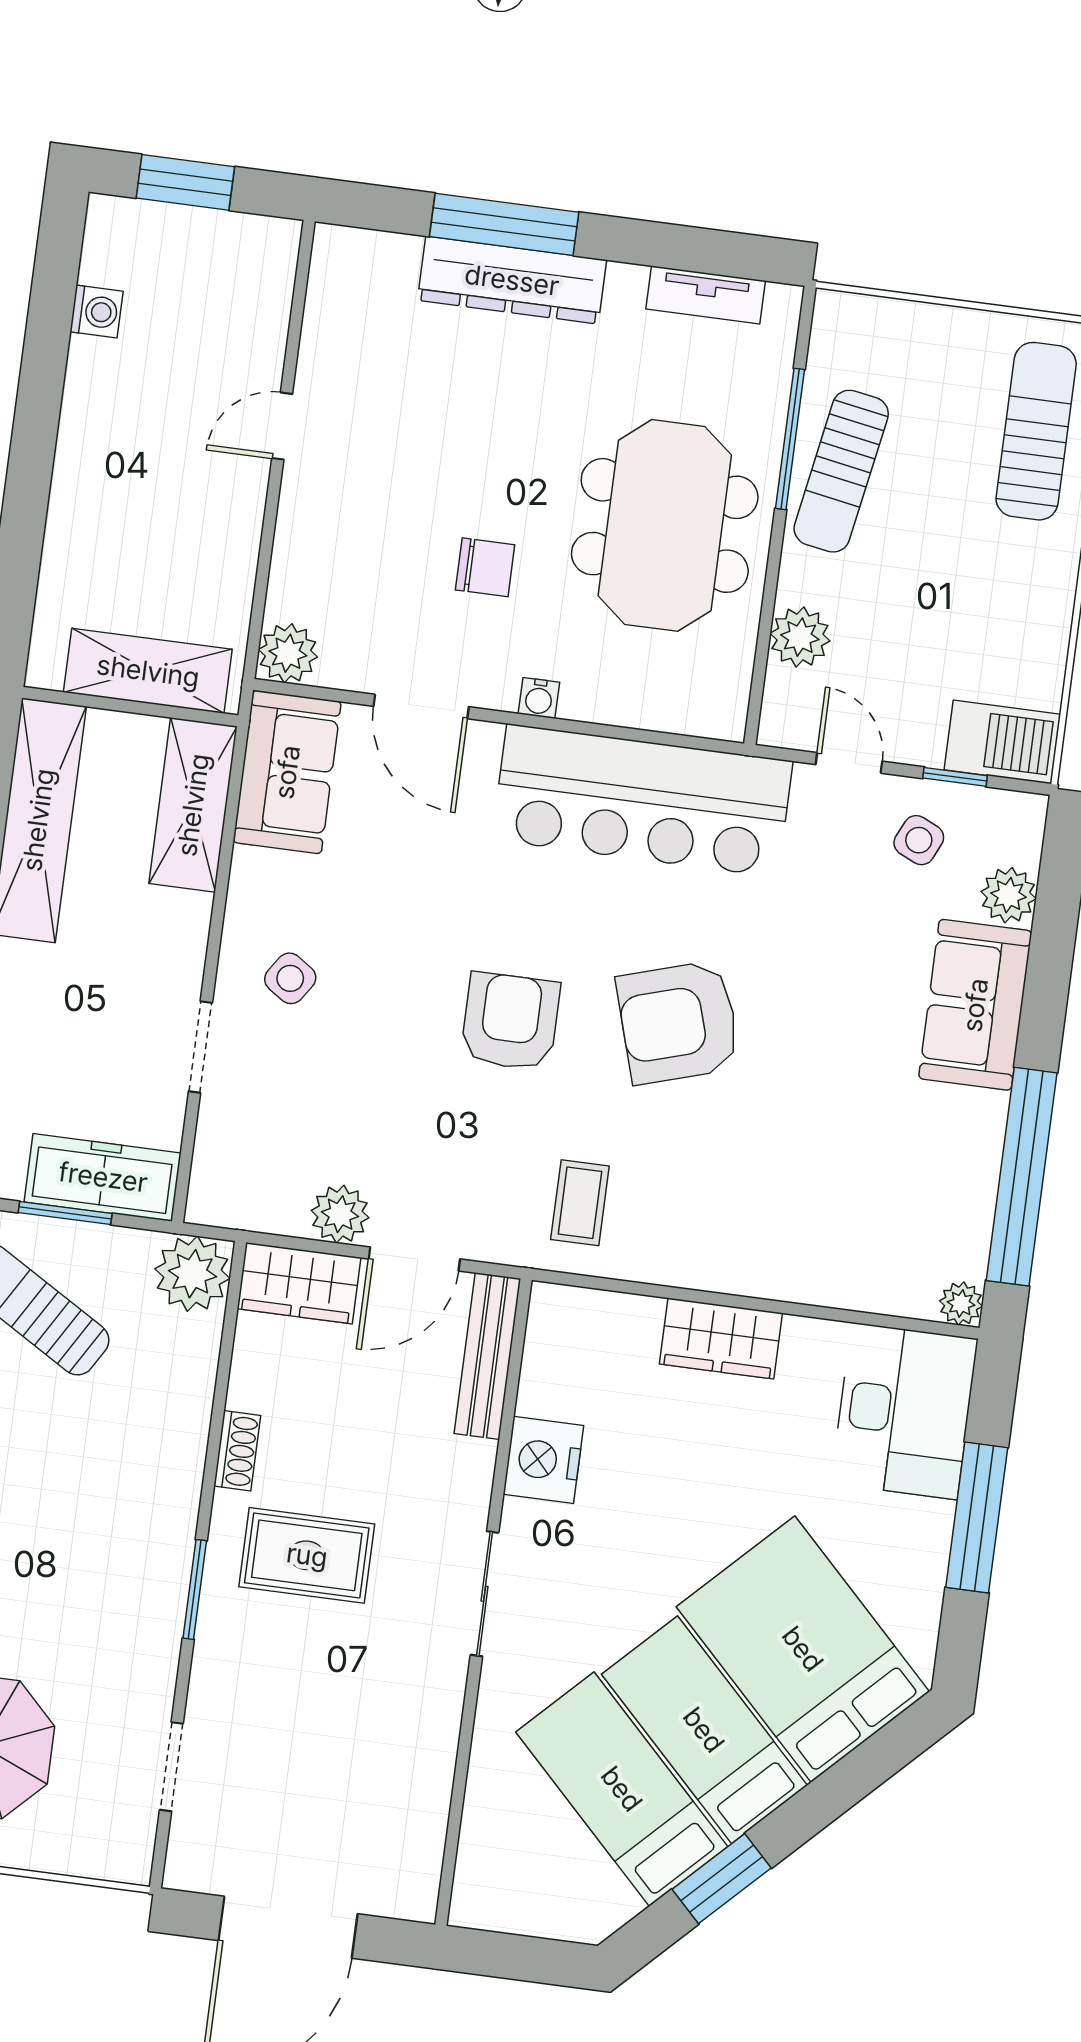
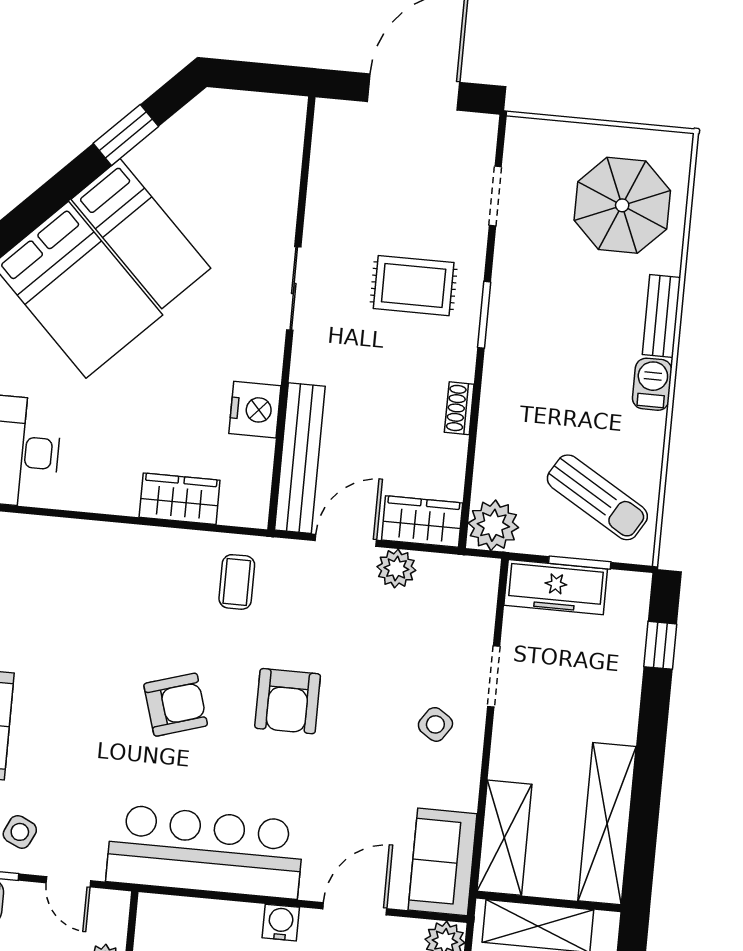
water cooler: (539, 698) -> (281, 923), width x1.38, depth x1.38
door: (421, 707) -> (355, 909), hinge flipped
armchair: (678, 1022) -> (176, 705), width x0.73, depth x0.73
wardrobe: (721, 1339) -> (180, 499), moved
bench: (487, 1356) -> (300, 458), width x1.37, depth x1.21
rug: (307, 1555) -> (414, 286), moved
sliding door: (485, 1594) -> (294, 288), moved
bed: (622, 1789) -> (195, 192), removed

